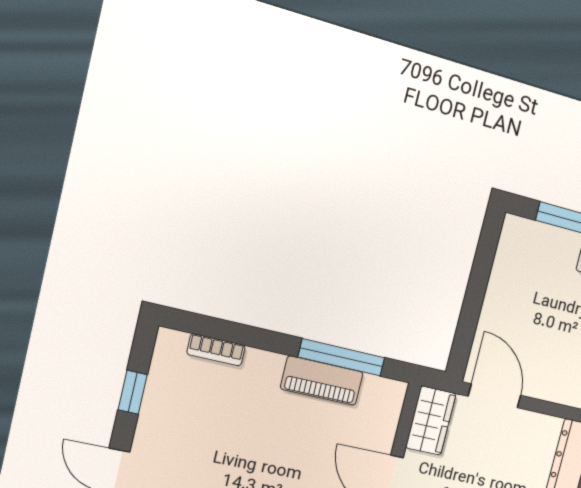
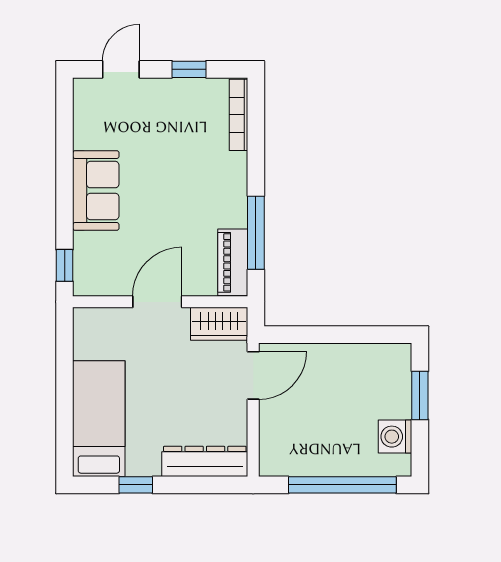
bookcase: (216, 350) -> (239, 115), width x1.56
piano: (322, 381) -> (233, 262), moved

